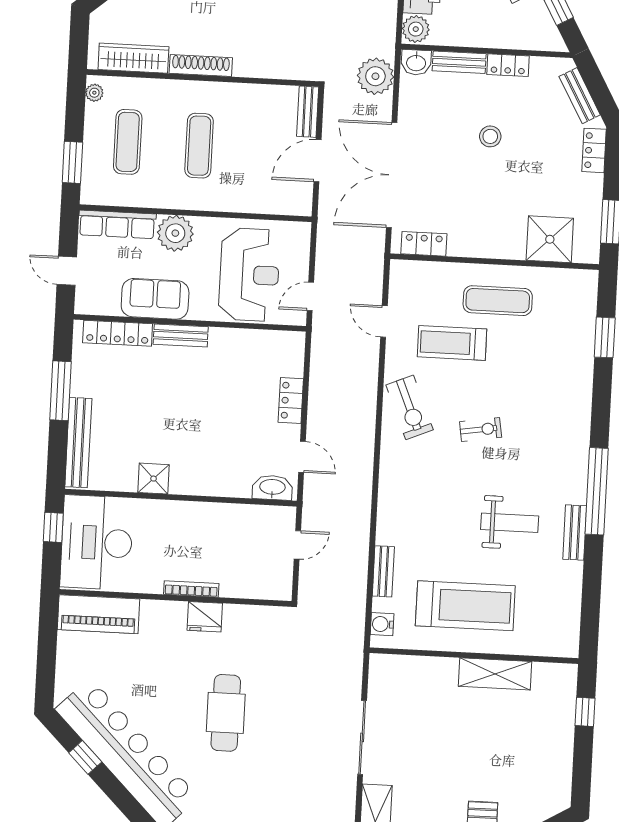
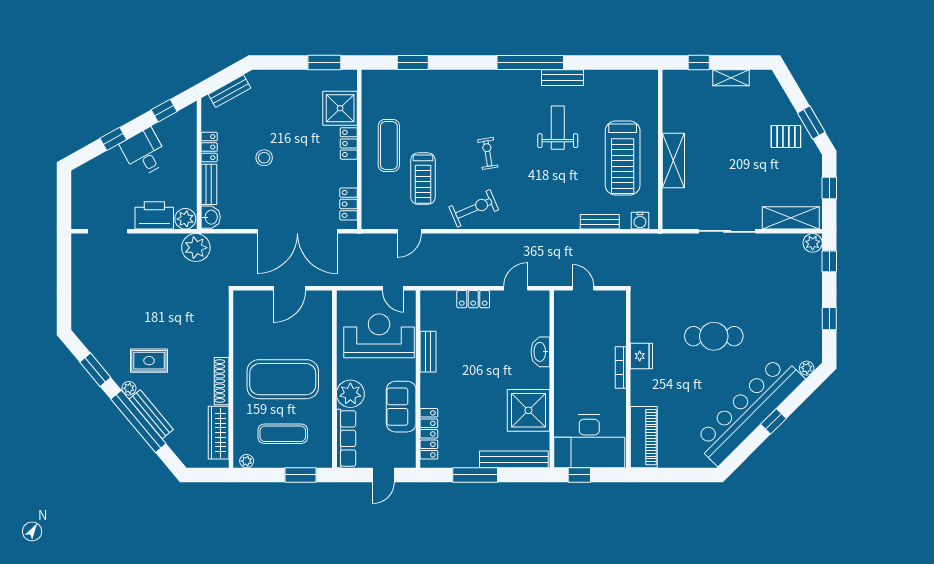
plant: (375, 76) -> (196, 248), moved
bench: (308, 112) -> (253, 298), removed
exercise mat: (199, 146) -> (283, 379), width x2.00, depth x1.45
locker: (594, 150) -> (349, 143), moved, turned 90
door: (318, 161) -> (289, 288), hinge flipped
bench: (181, 335) -> (428, 352), moved
shower: (154, 479) -> (528, 410), width x1.86, depth x1.86
washbasin: (272, 488) -> (540, 352), moved
treadmill: (465, 606) -> (623, 158), turned 180
shelving: (495, 674) -> (673, 160), moved
shelving: (563, 753) -> (731, 78), added
window: (85, 757) -> (774, 421), moved

